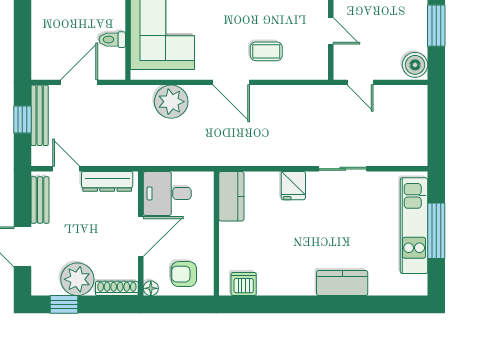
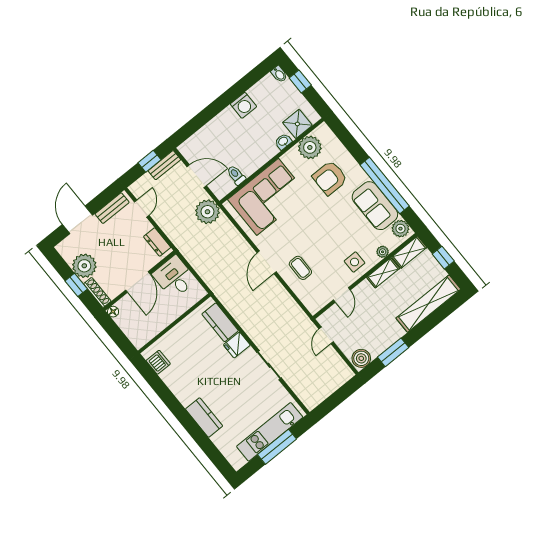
plant: (171, 102) -> (207, 212), moved
bench: (40, 115) -> (164, 165), width x0.73
dresser: (107, 181) -> (157, 242), width x0.70
kitchen counter: (231, 196) -> (220, 322), moved, turned 90
door: (141, 237) -> (138, 282), hinge flipped
armchair: (184, 274) -> (136, 324), removed
window: (64, 304) -> (76, 285), moved

